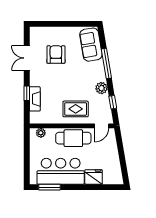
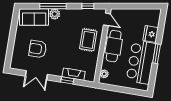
plant: (102, 88) -> (55, 14), moved
window: (49, 187) -> (157, 54), moved

